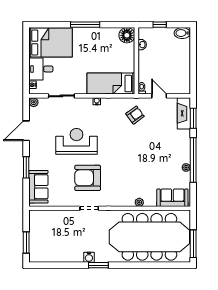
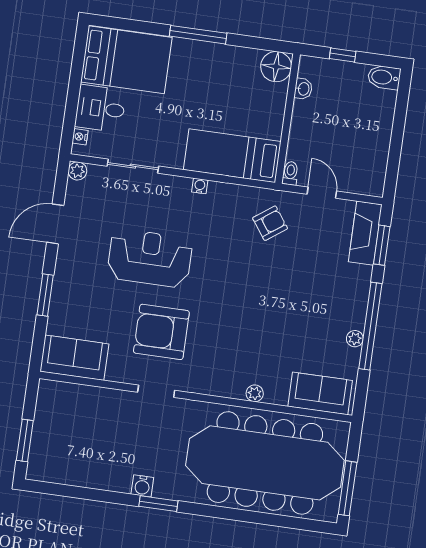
sofa: (38, 187) -> (74, 358), moved, turned -90

